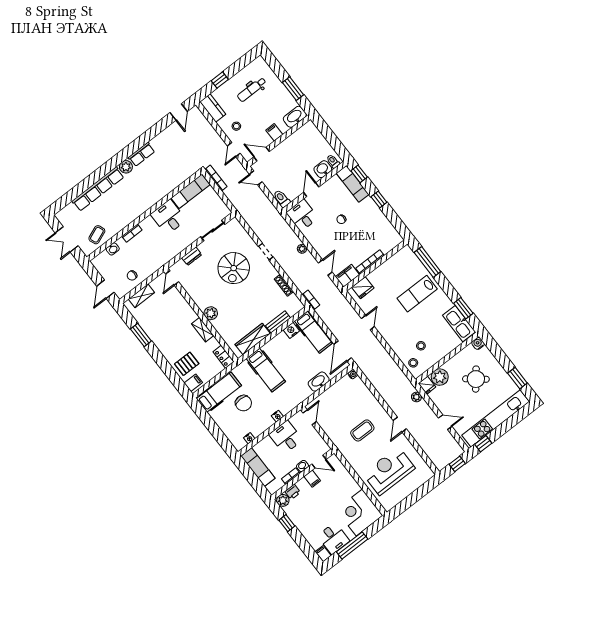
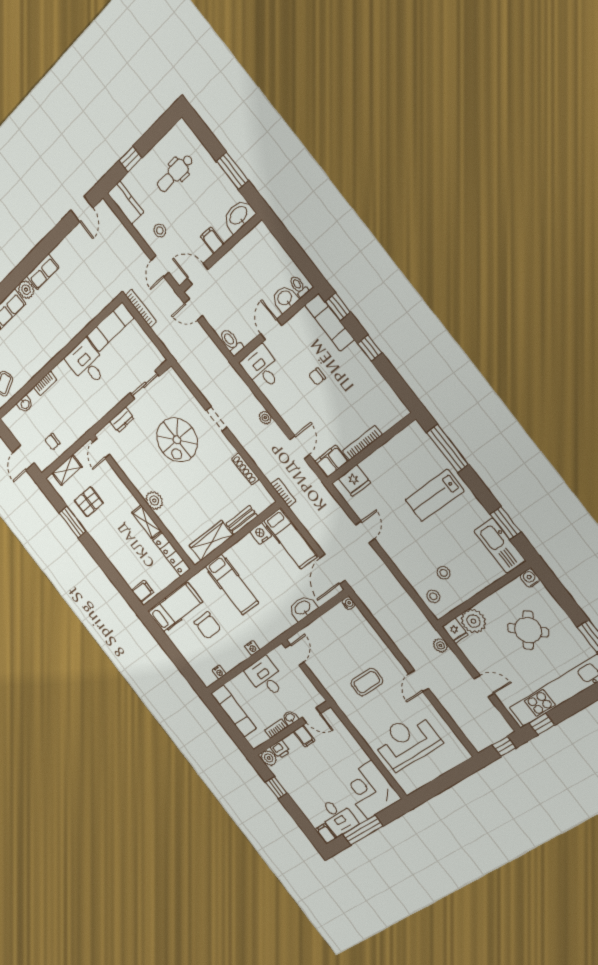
locker: (223, 357) -> (171, 555), width x1.53
pallet: (187, 364) -> (89, 502), moved

